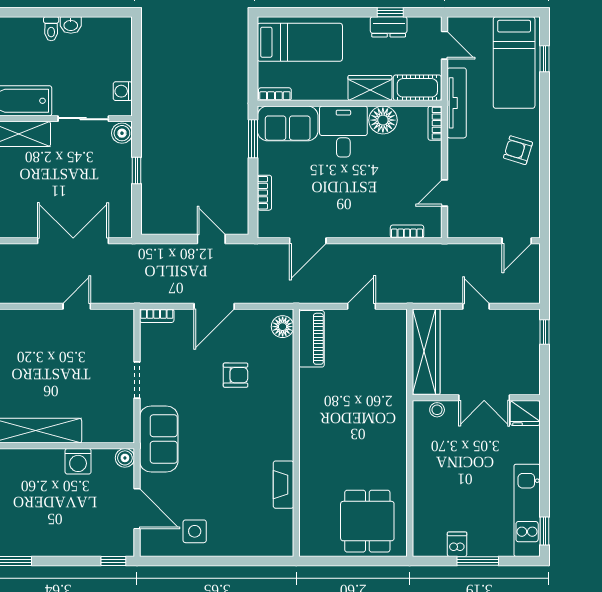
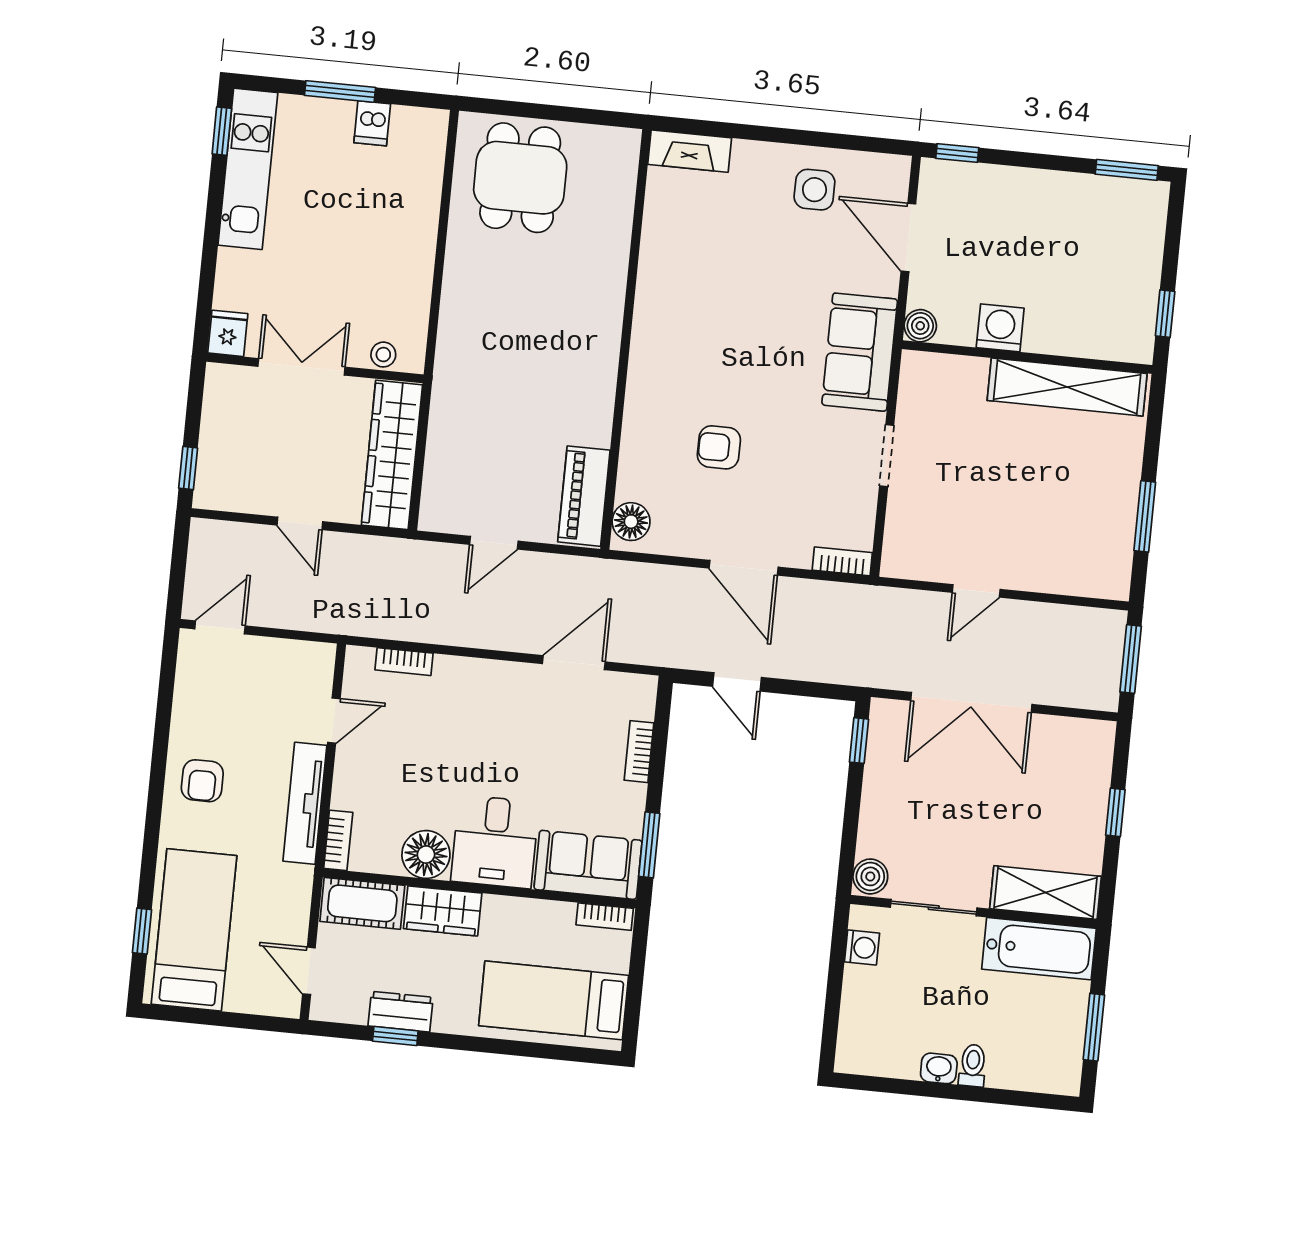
tv unit: (457, 103) -> (305, 803), moved
armchair: (518, 150) -> (202, 781), turned 73
window: (137, 170) -> (859, 741), moved
door: (214, 306) -> (744, 568), swing flipped
fridge: (525, 413) -> (228, 333), width x0.72
fireplace: (283, 485) -> (690, 151), moved, turned 90

